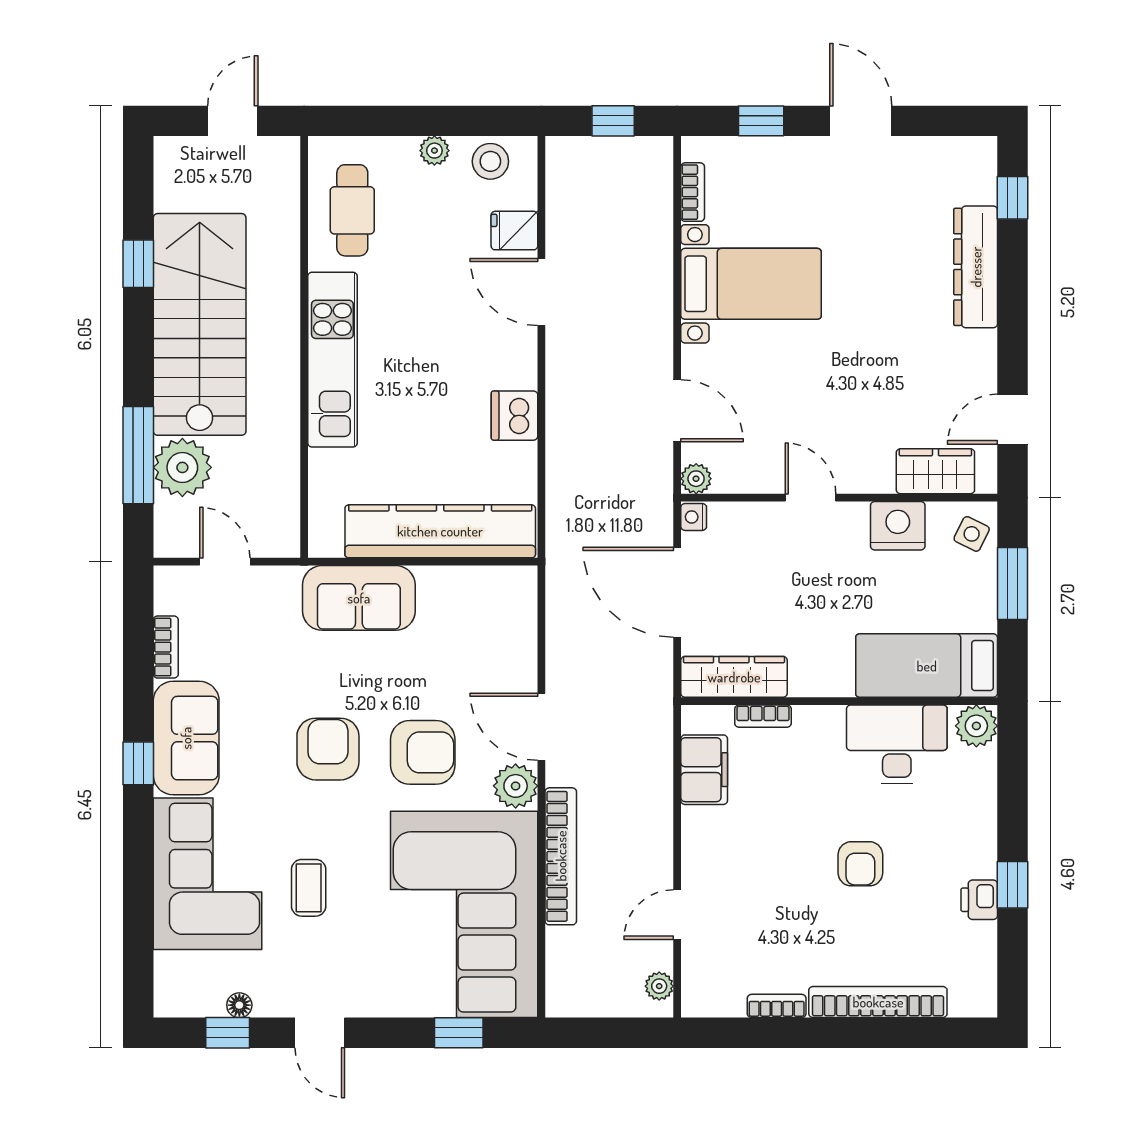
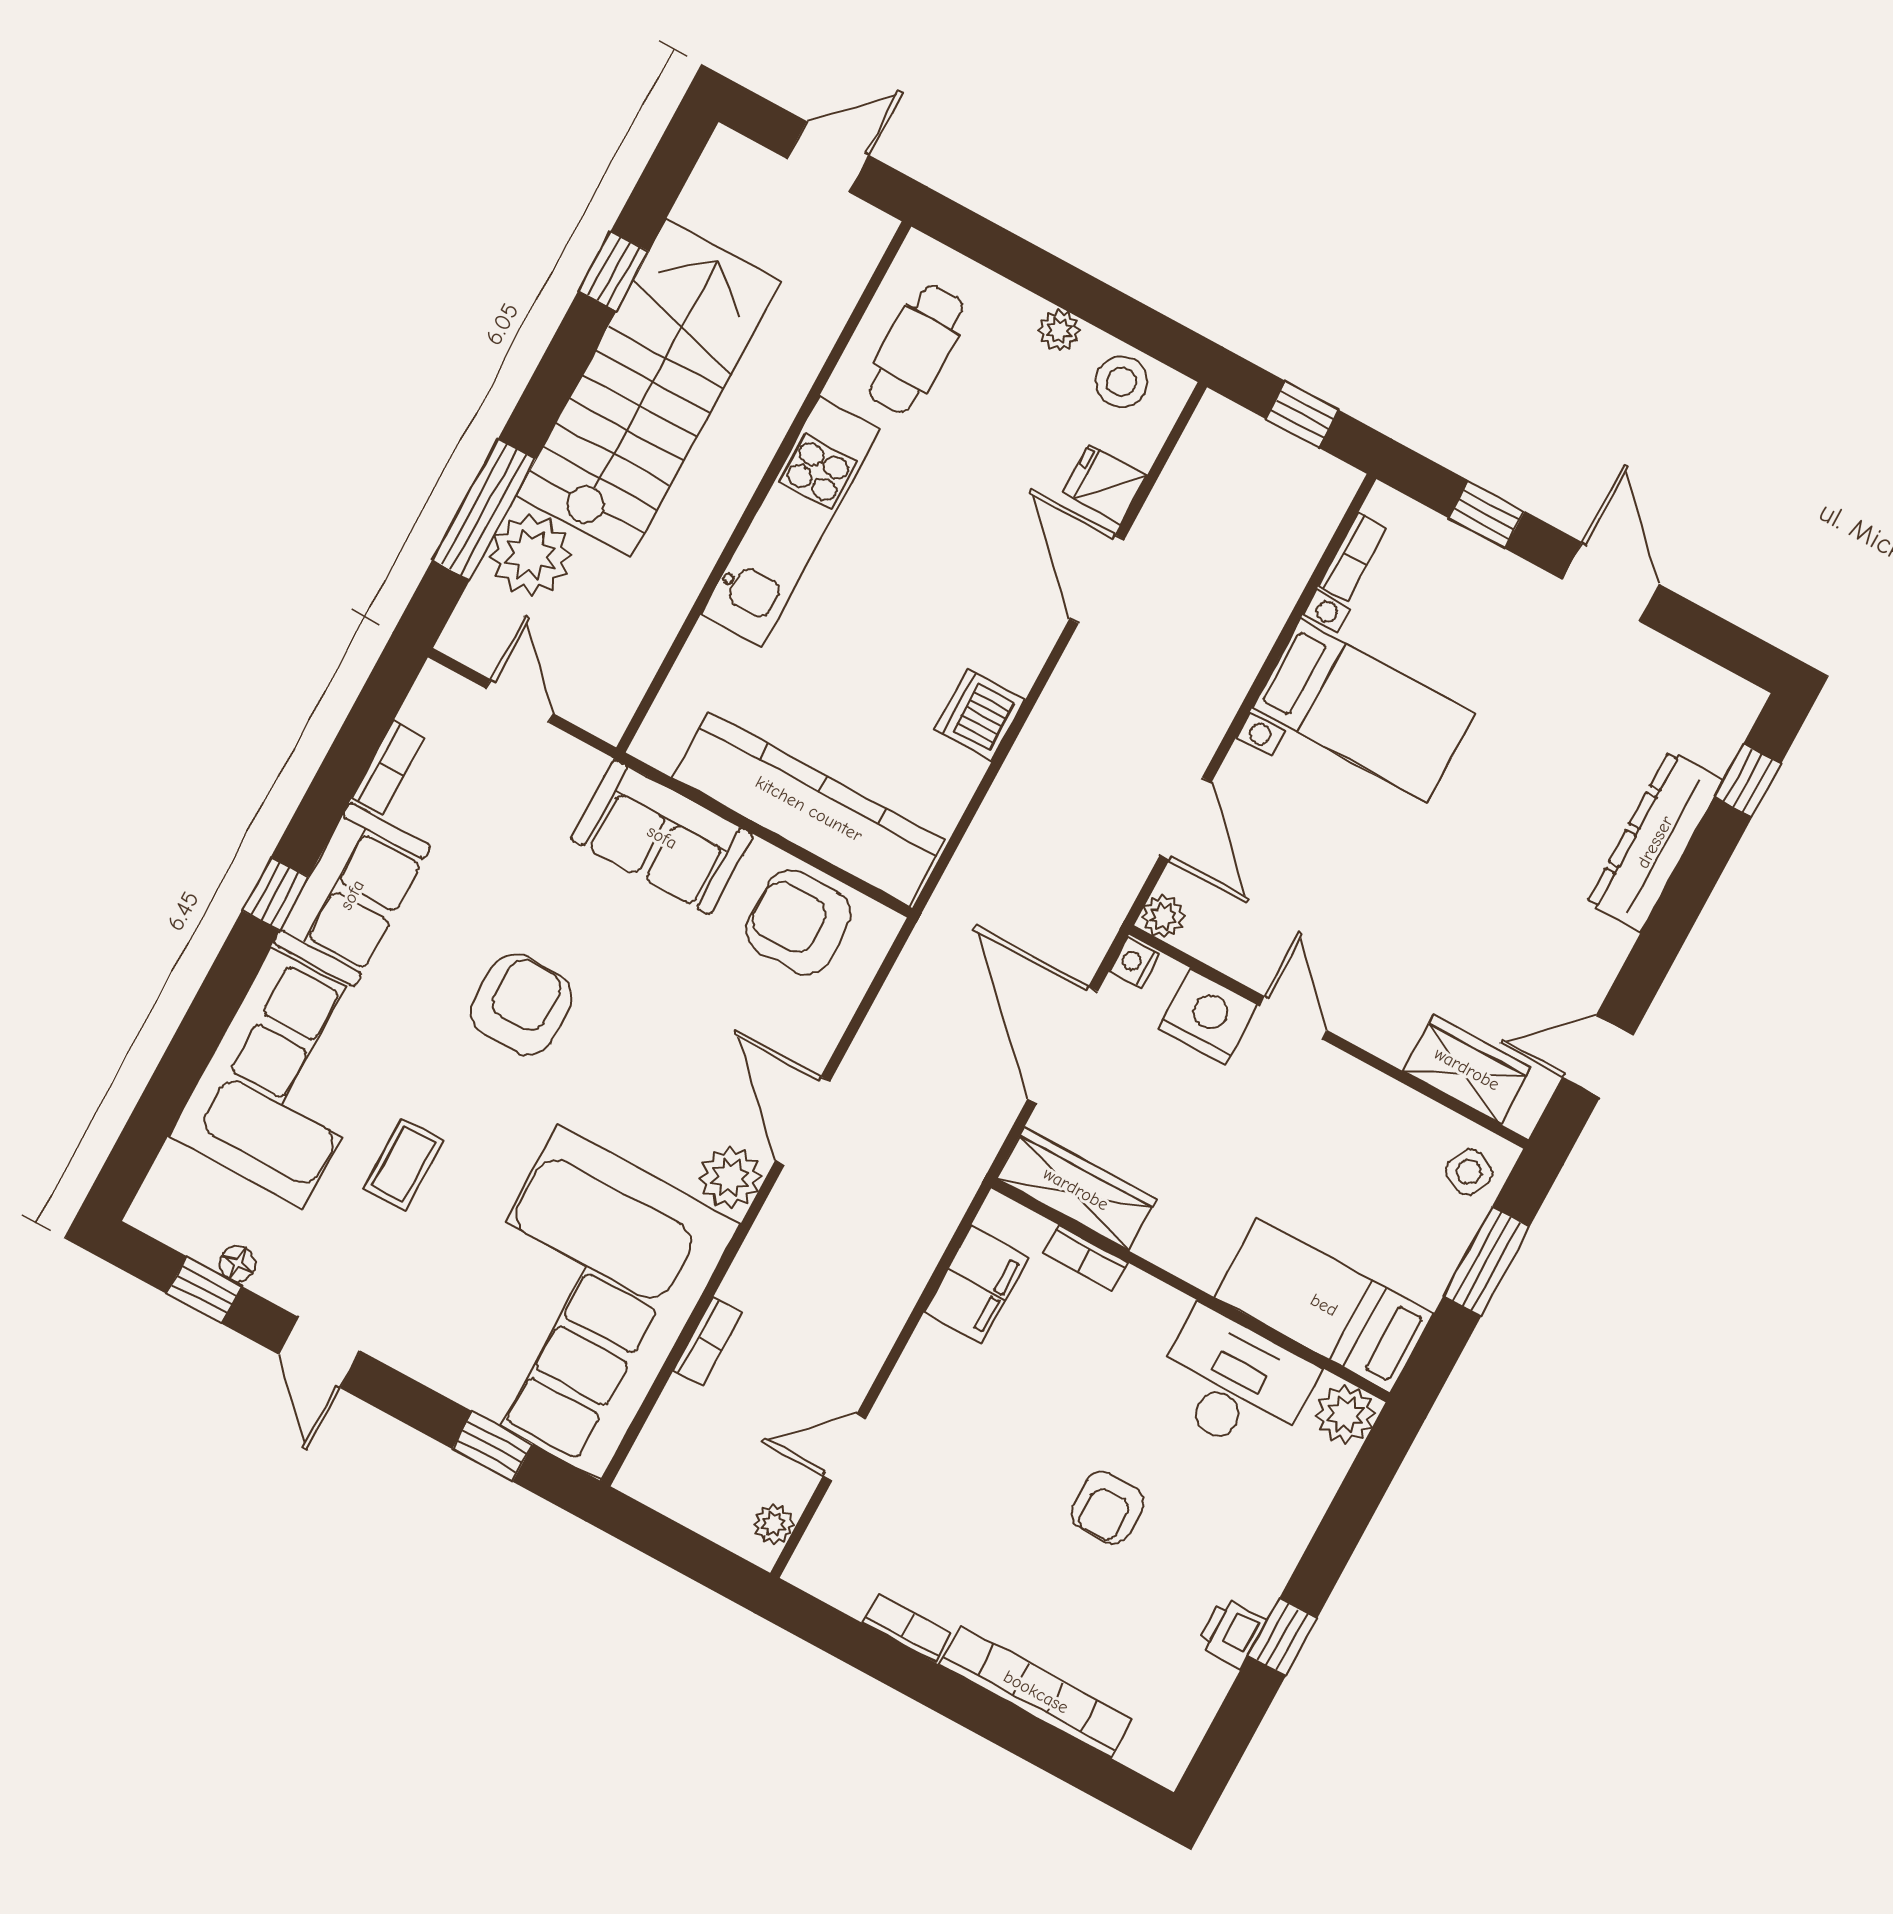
nightstand: (898, 526) -> (1208, 1017), moved
armchair: (423, 752) -> (799, 922), moved, turned 180
bookcase: (561, 856) -> (708, 1342), width x0.43, depth x0.76

